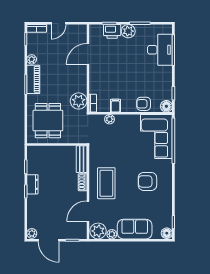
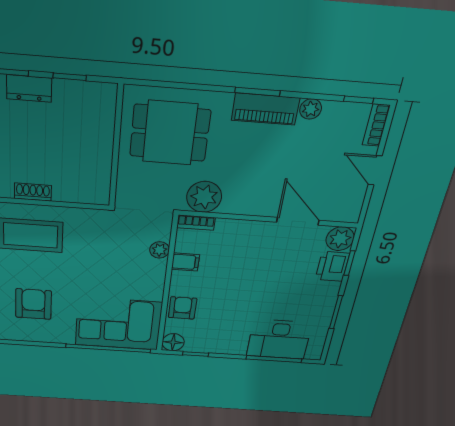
plant: (128, 31) -> (340, 239), moved
bench: (82, 159) -> (82, 194), removed

